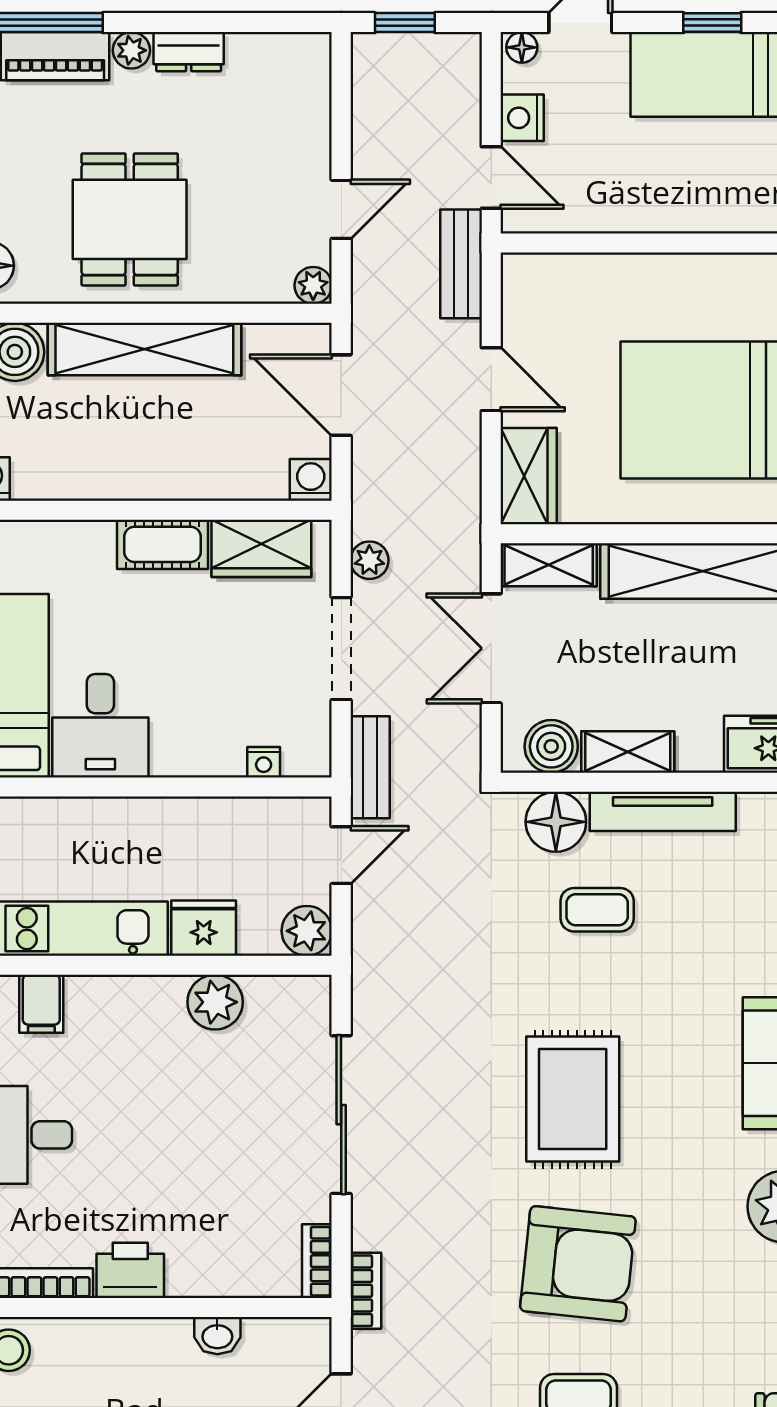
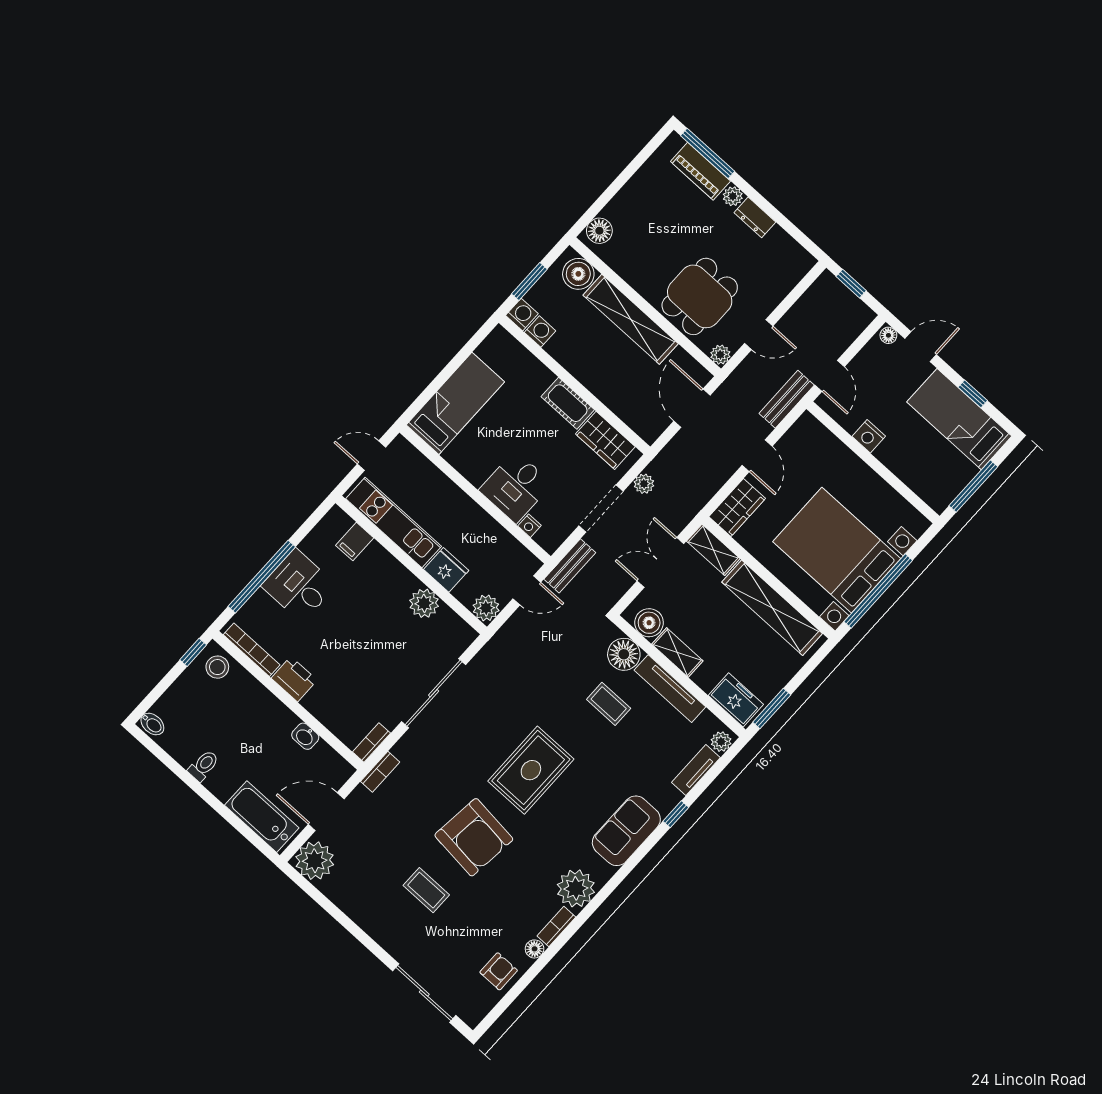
nightstand: (522, 118) -> (869, 436), moved, turned -90
dining table: (130, 219) -> (700, 296), moved
washing machine: (311, 480) -> (540, 332), moved
desk: (100, 726) -> (516, 487), moved

